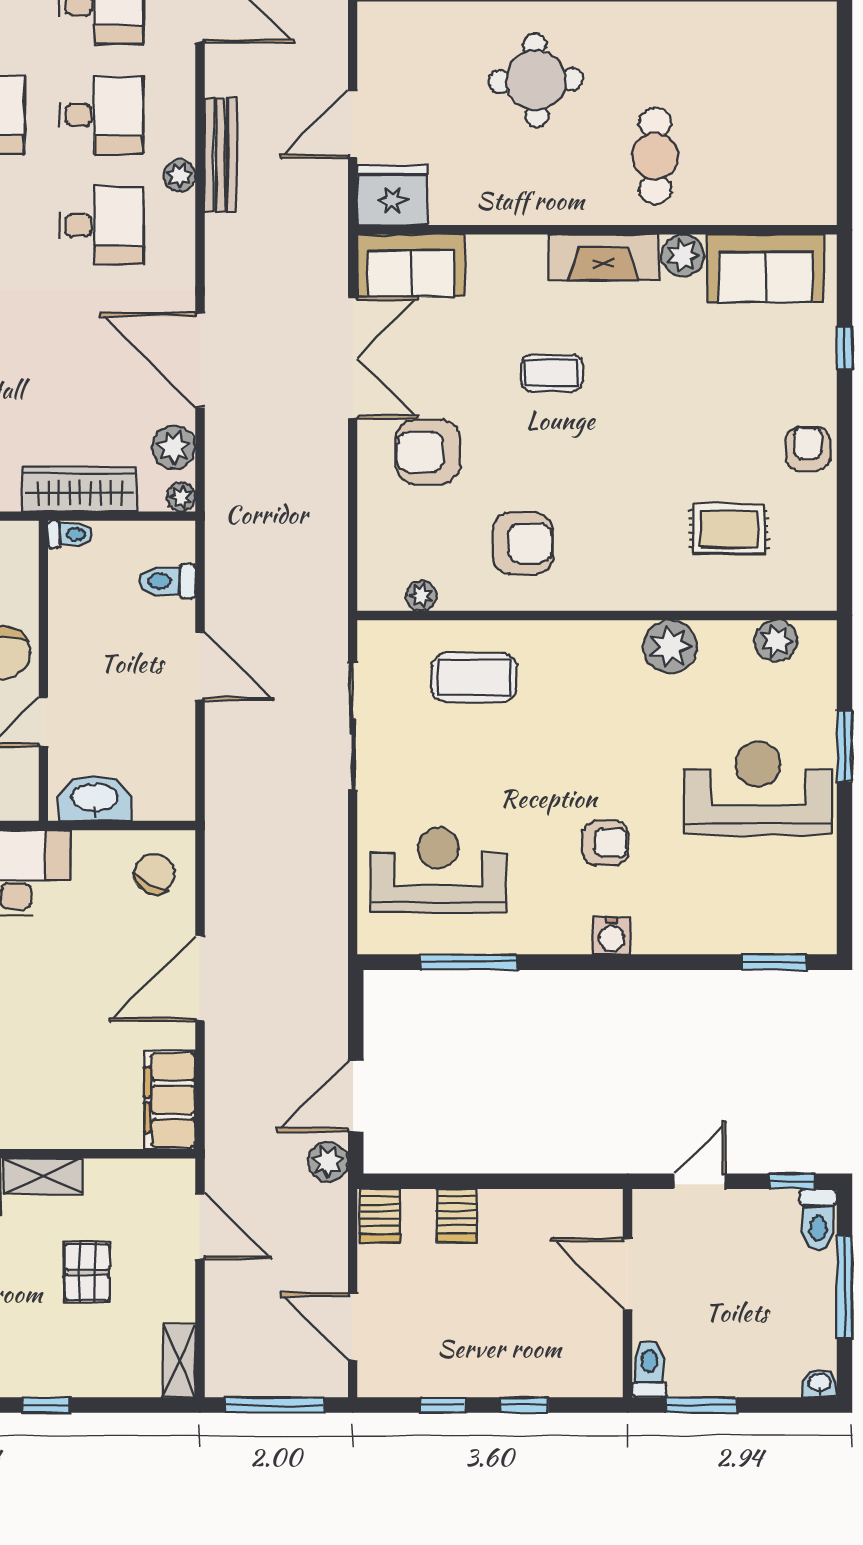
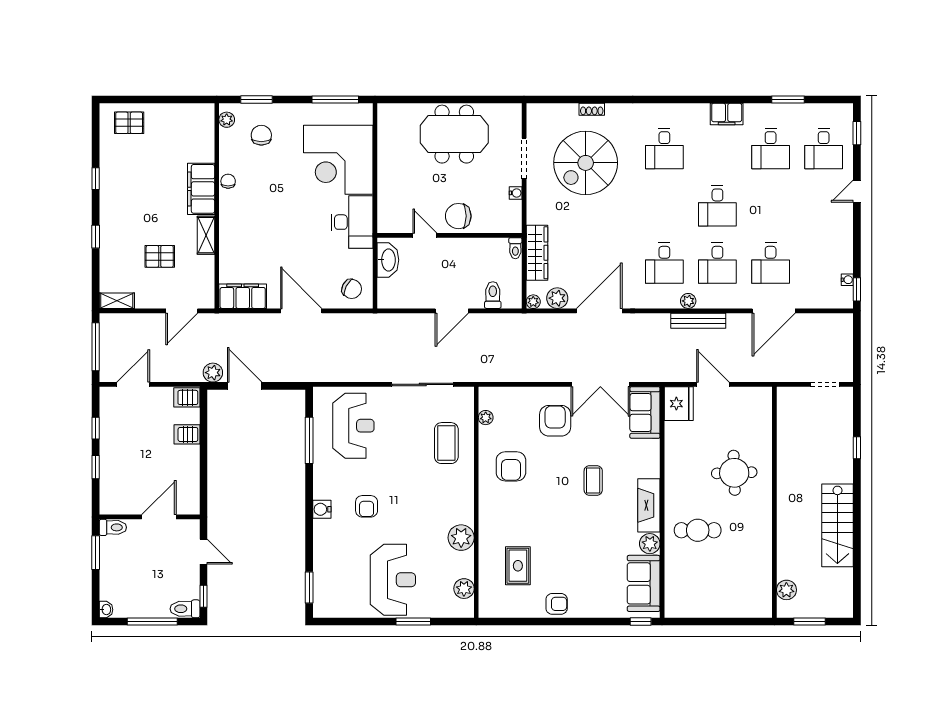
window: (844, 348) -> (641, 621), moved

